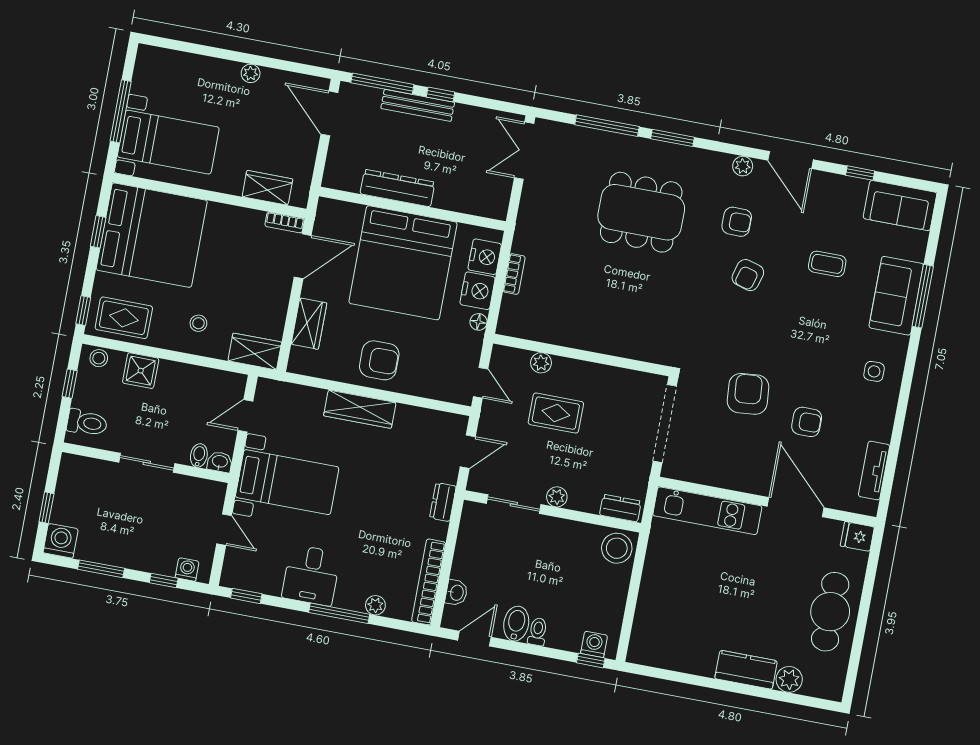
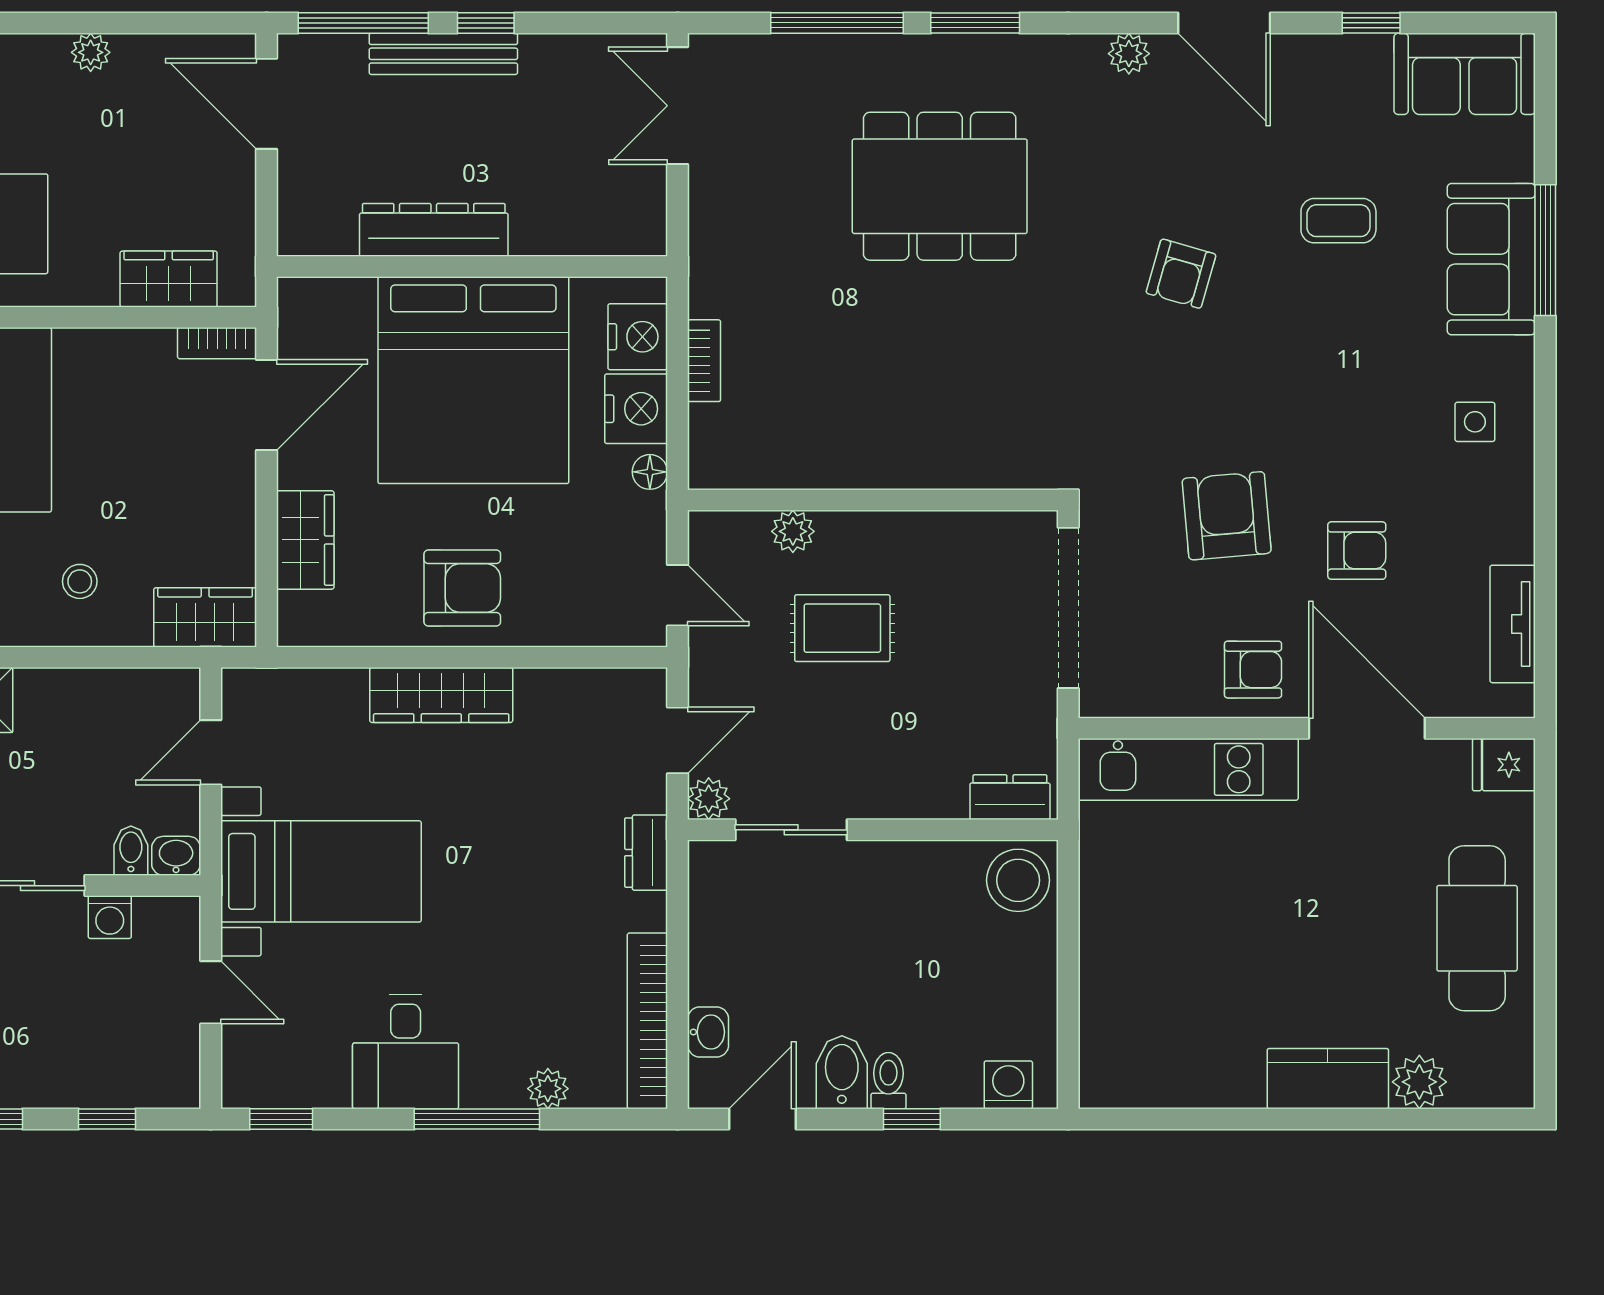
armchair: (737, 222) -> (1253, 670), moved
plant: (557, 497) -> (709, 799), moved
washing machine: (187, 569) -> (110, 917), moved, turned 180
window: (591, 660) -> (912, 1119), moved

